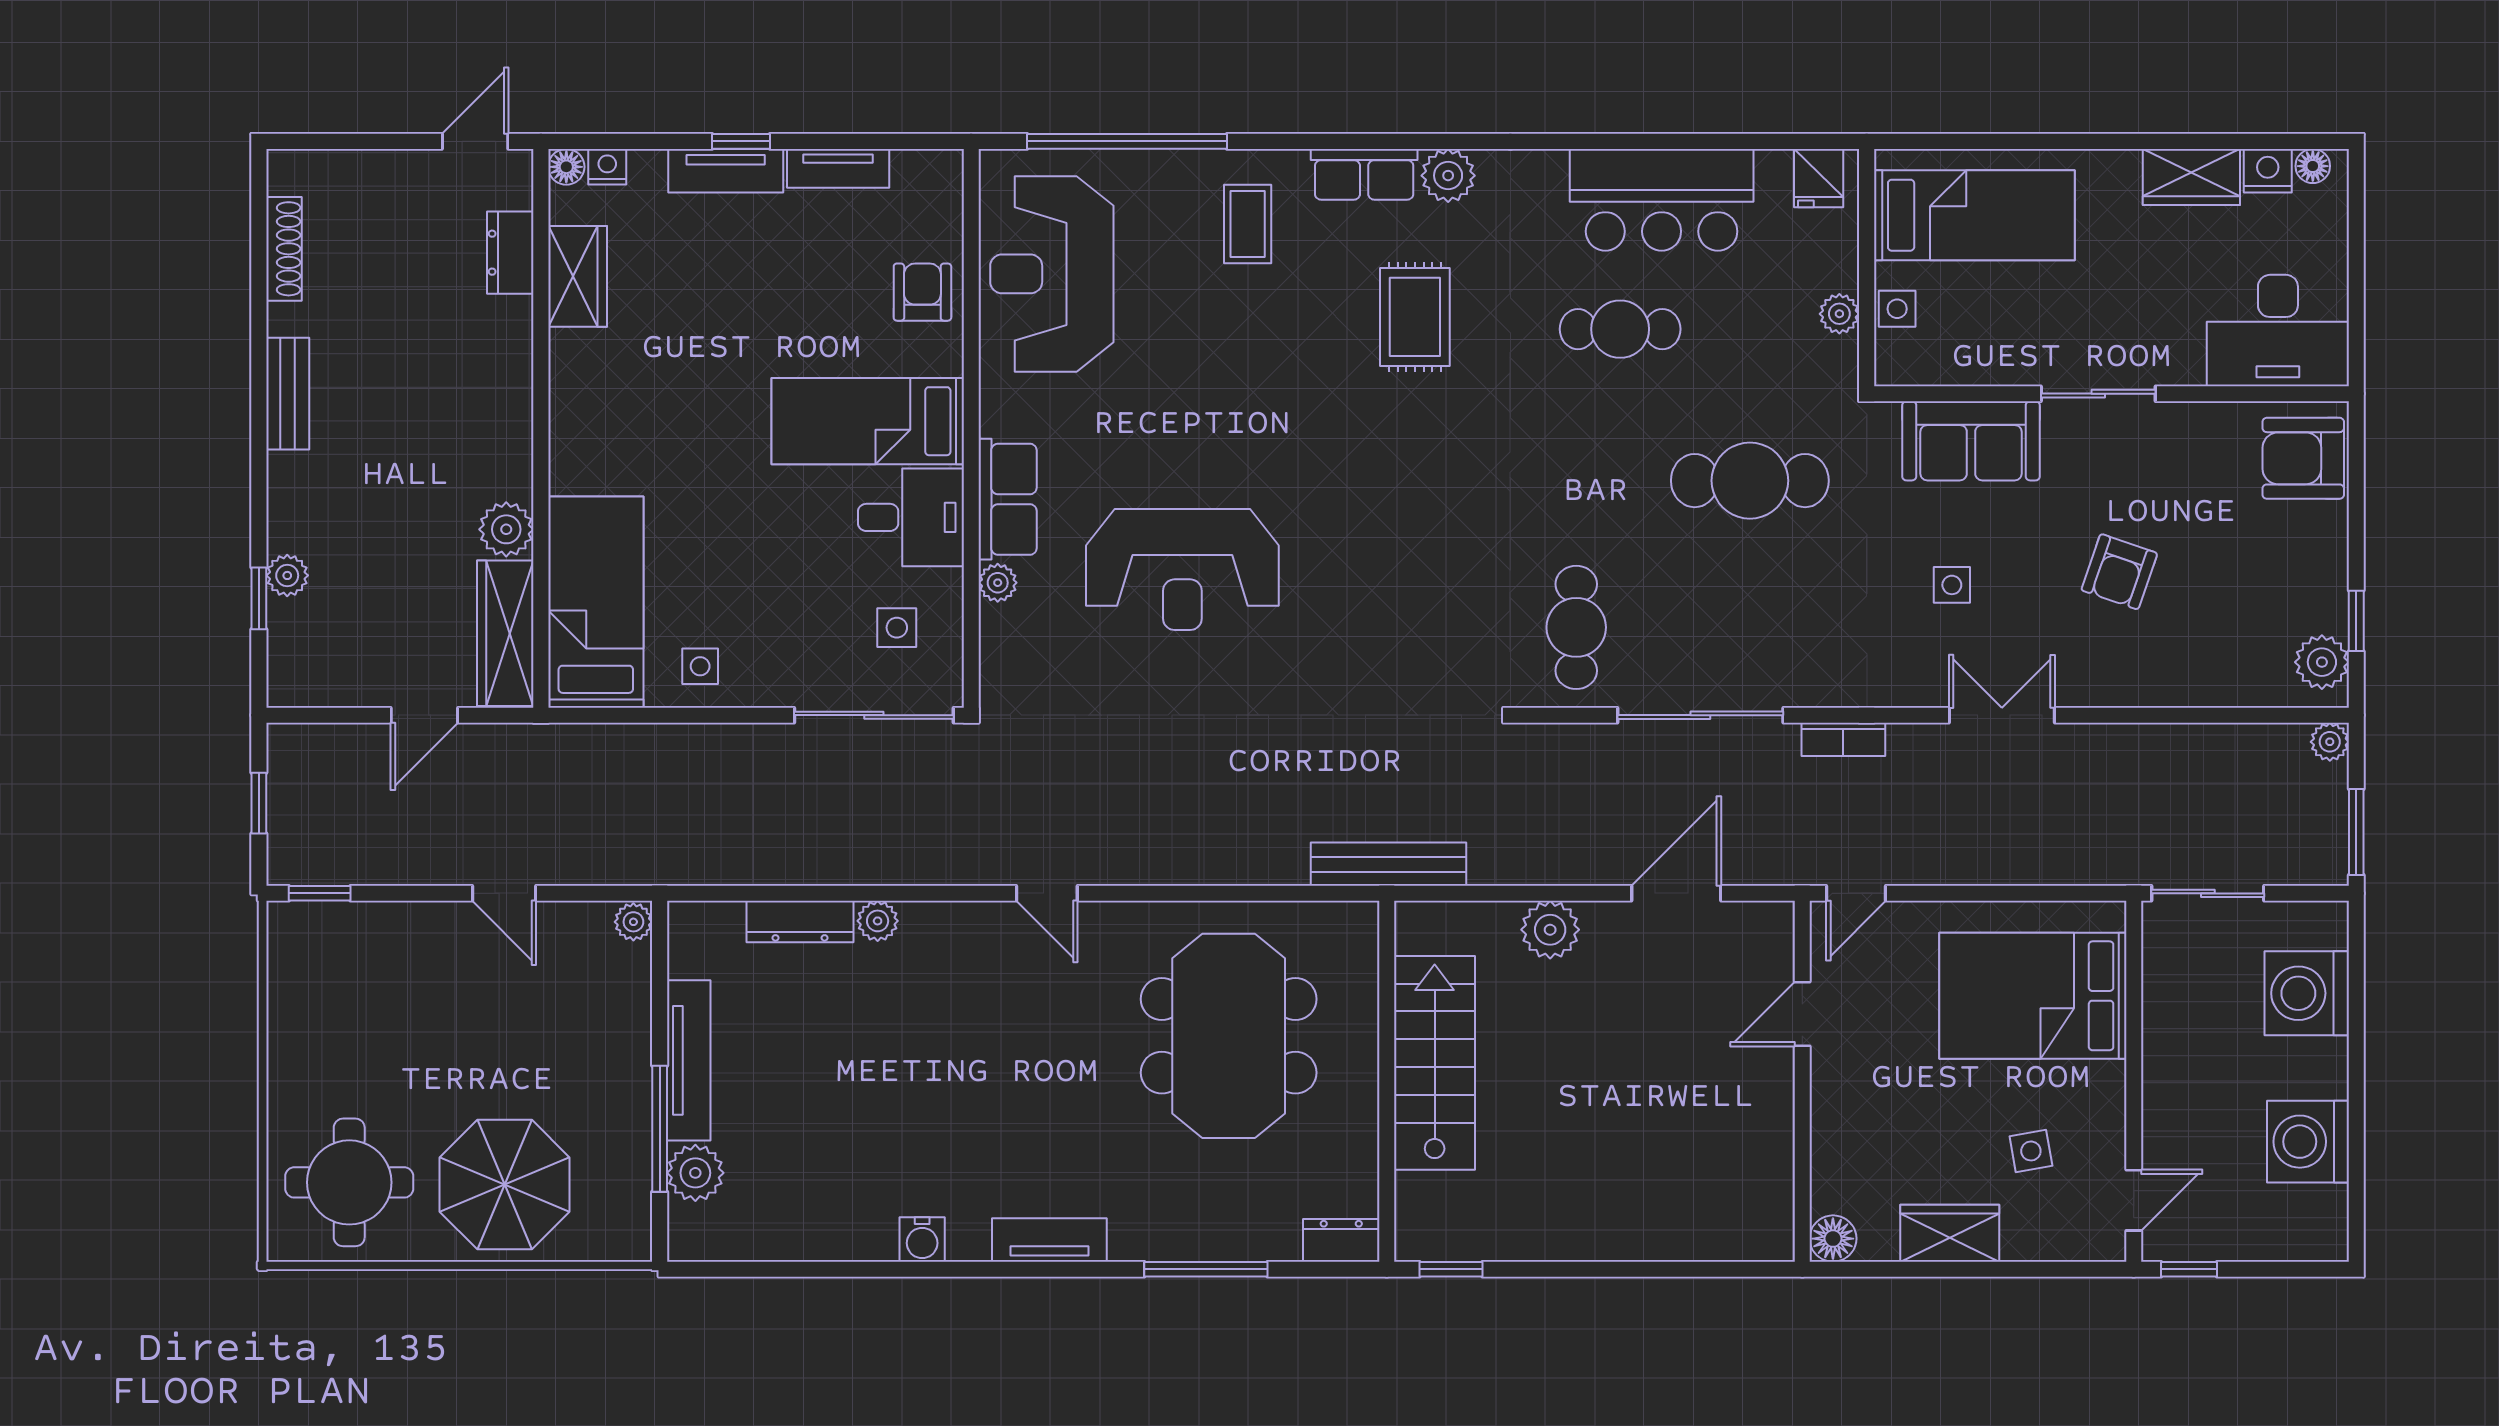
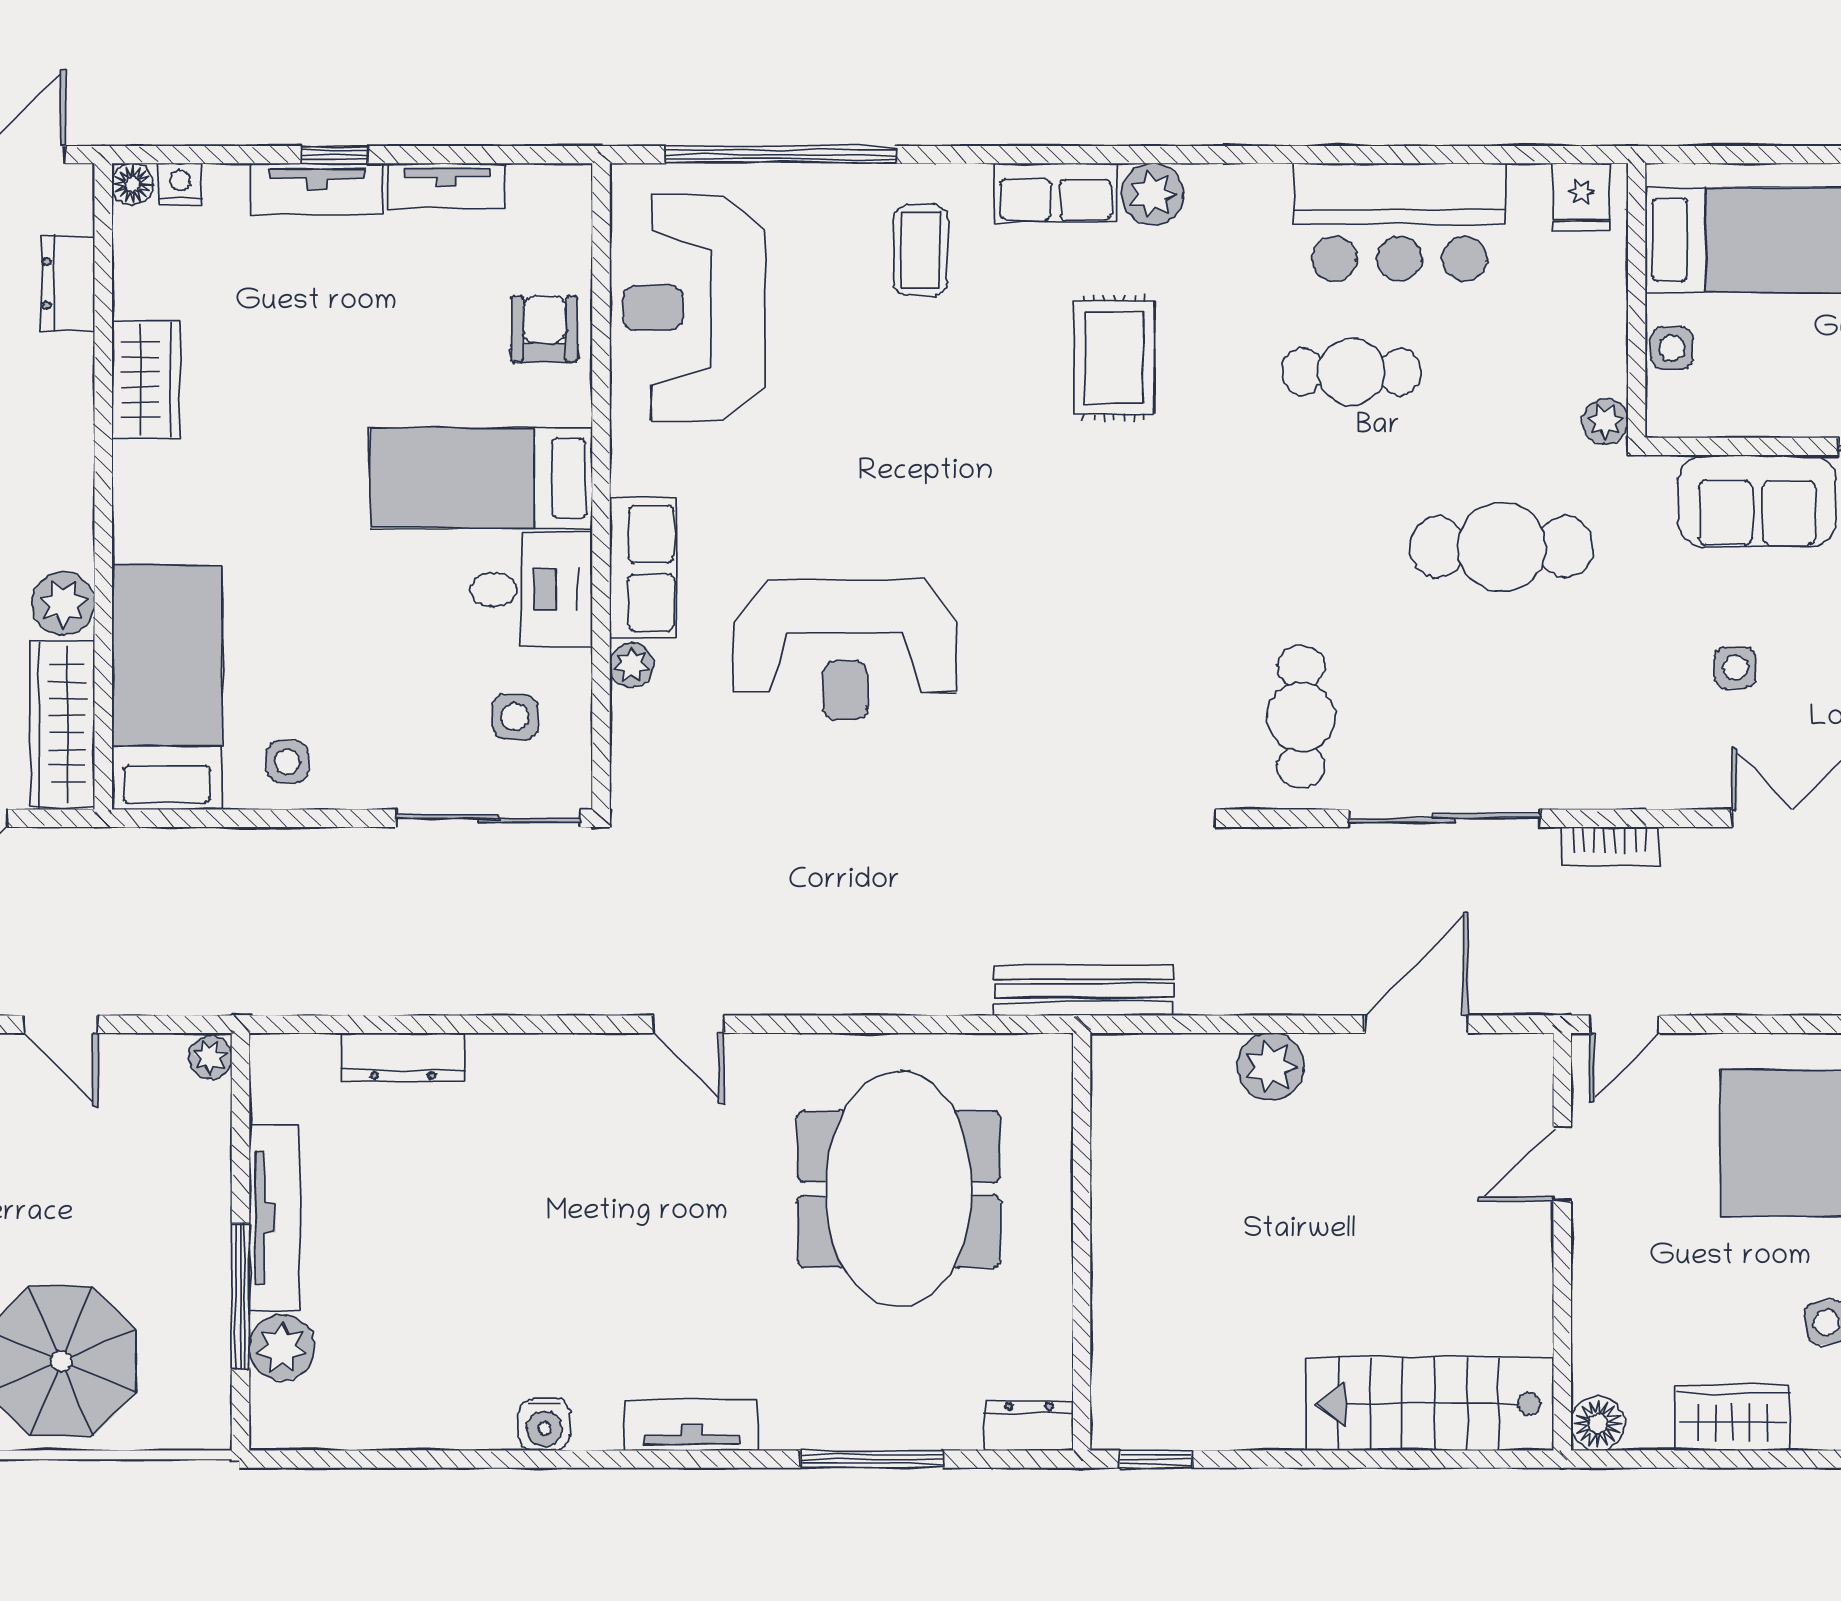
wardrobe: (578, 276) -> (146, 380), moved
plant: (1839, 314) -> (1605, 421), moved
plant: (878, 921) -> (493, 1056), removed
stairs: (1435, 1063) -> (1430, 1404), moved, turned -90

